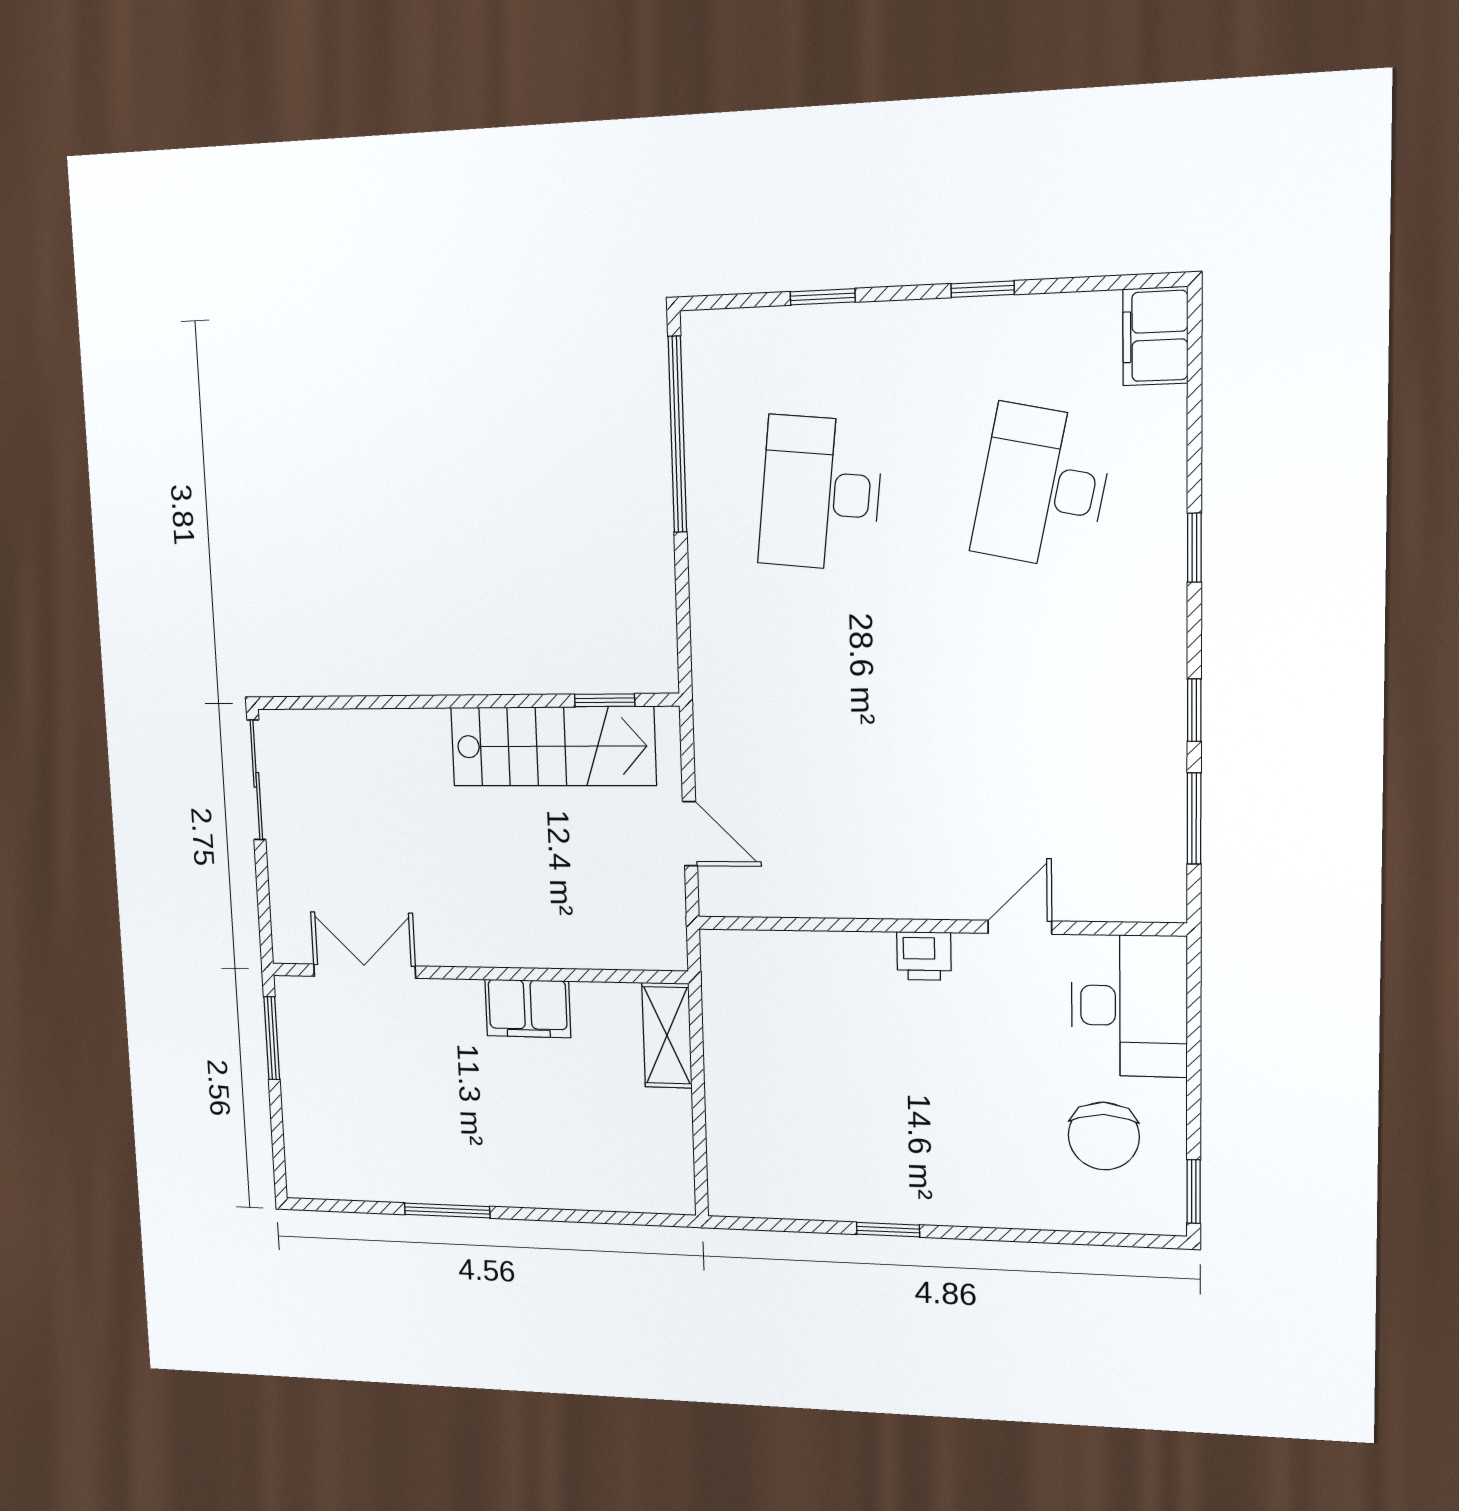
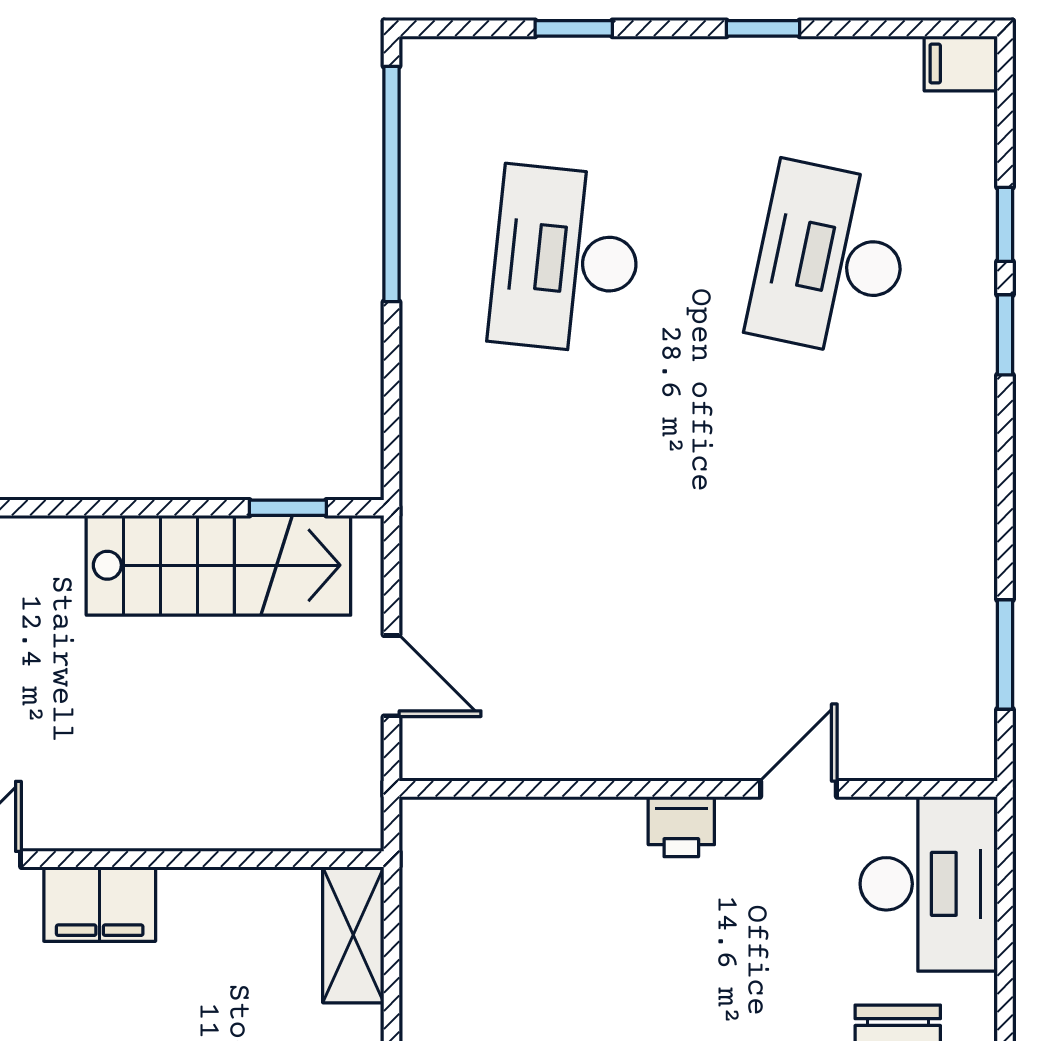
filing cabinet: (1155, 336) -> (961, 63), width x0.50
window: (1194, 710) -> (1005, 224), moved
filing cabinet: (528, 1008) -> (100, 904), moved

